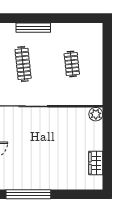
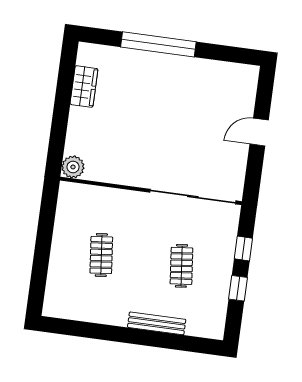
clothes rail: (23, 64) -> (181, 266), width x0.73
window: (28, 194) -> (158, 44), moved

